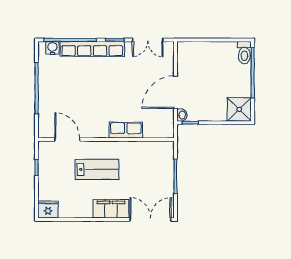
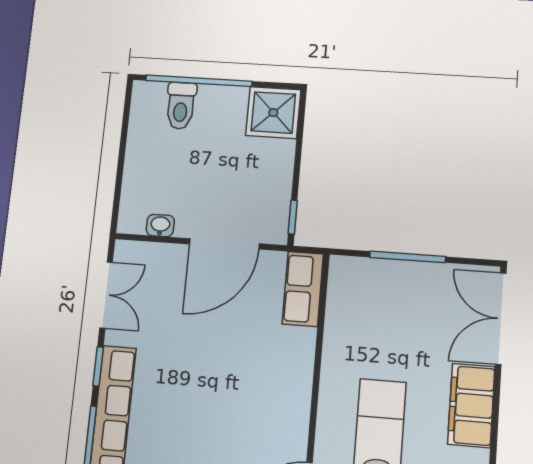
toilet: (244, 53) -> (181, 106), moved, turned 90
door: (175, 92) -> (224, 244), hinge flipped
washbasin: (182, 115) -> (160, 225), moved
row of seats: (126, 130) -> (303, 289), moved

